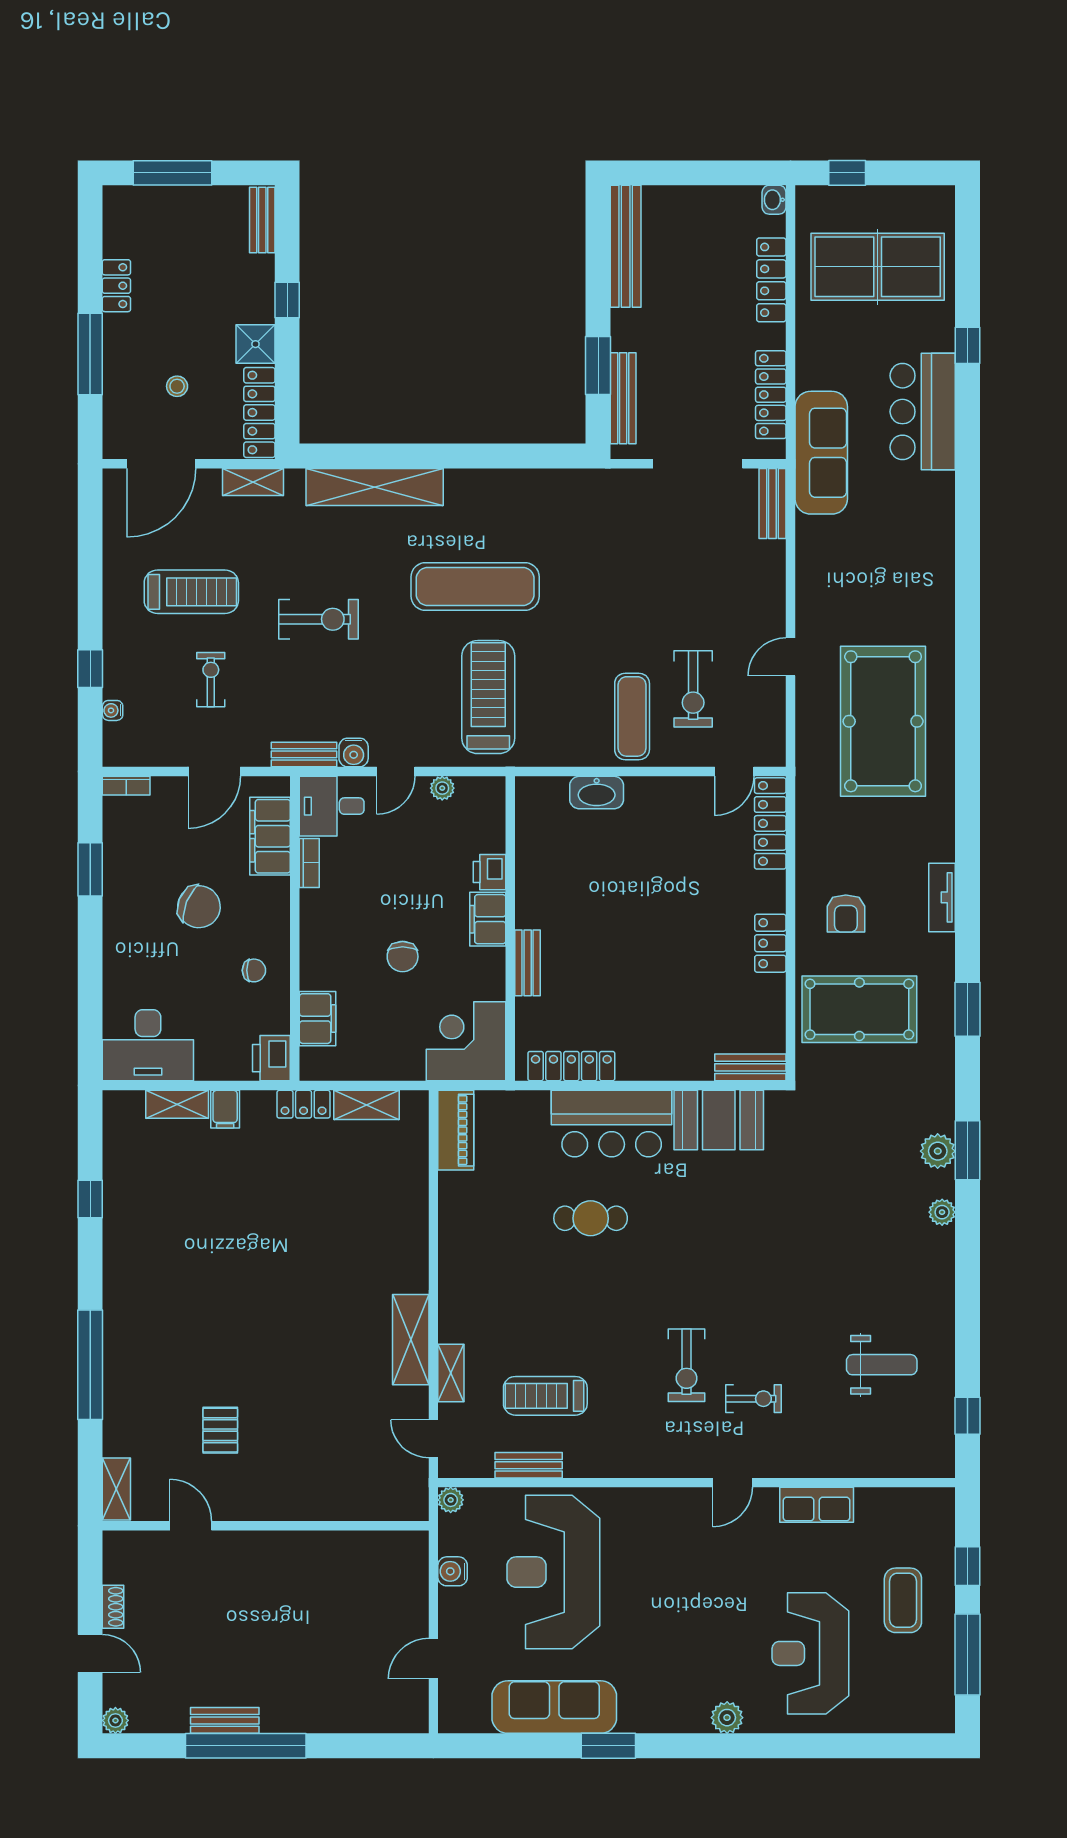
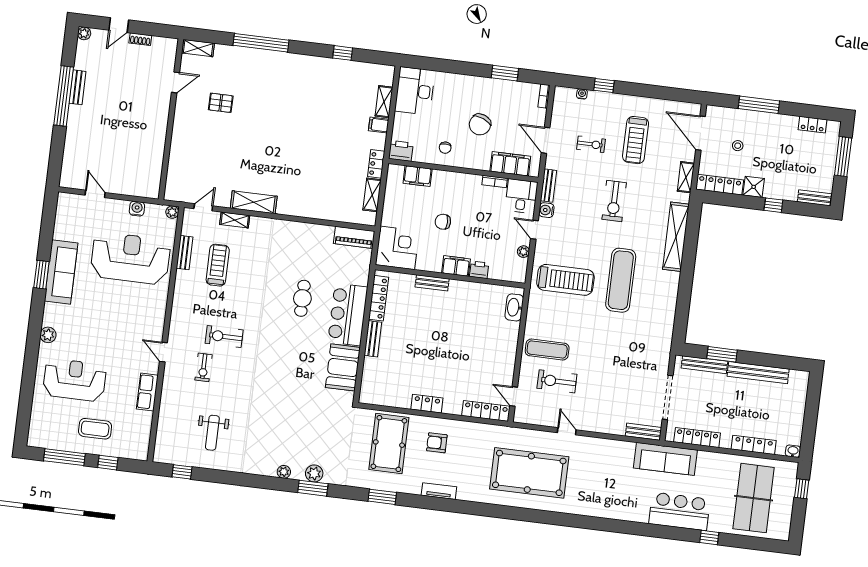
bench: (626, 246) -> (758, 373), moved
locker: (116, 286) -> (813, 125), moved
washbasin: (597, 793) -> (514, 307), moved
bench: (750, 1067) -> (373, 339), moved
sofa: (554, 1707) -> (61, 272), moved

